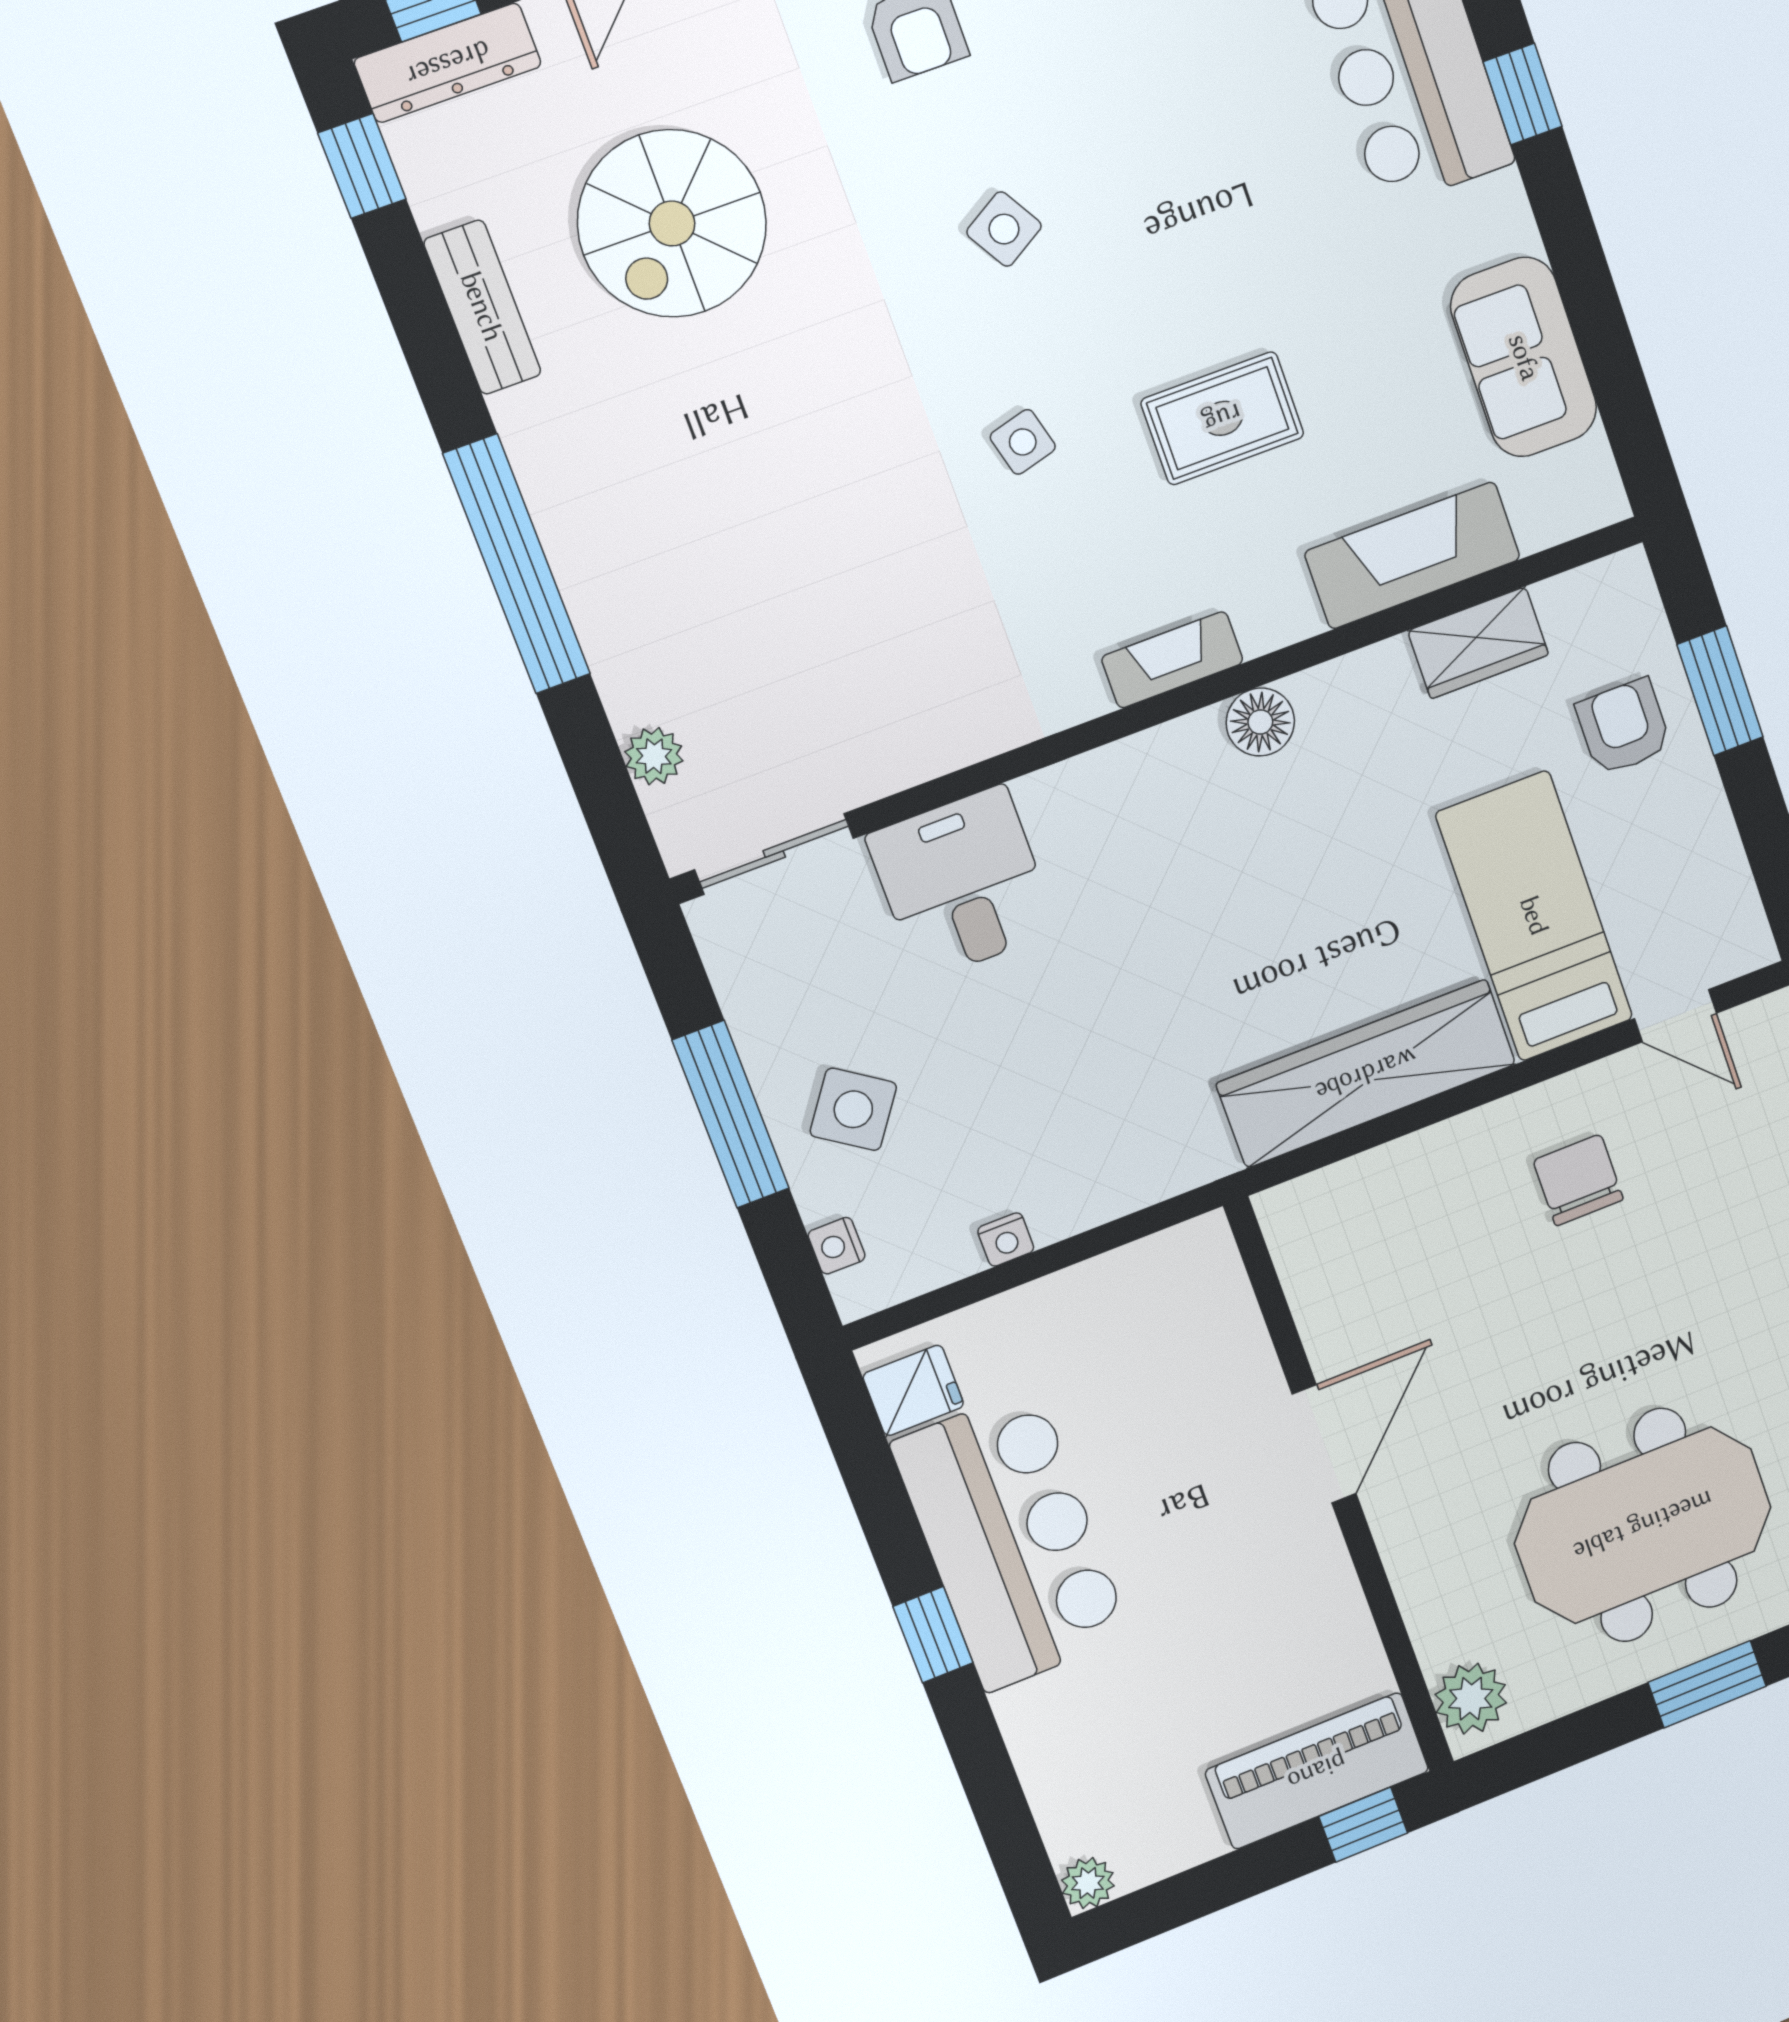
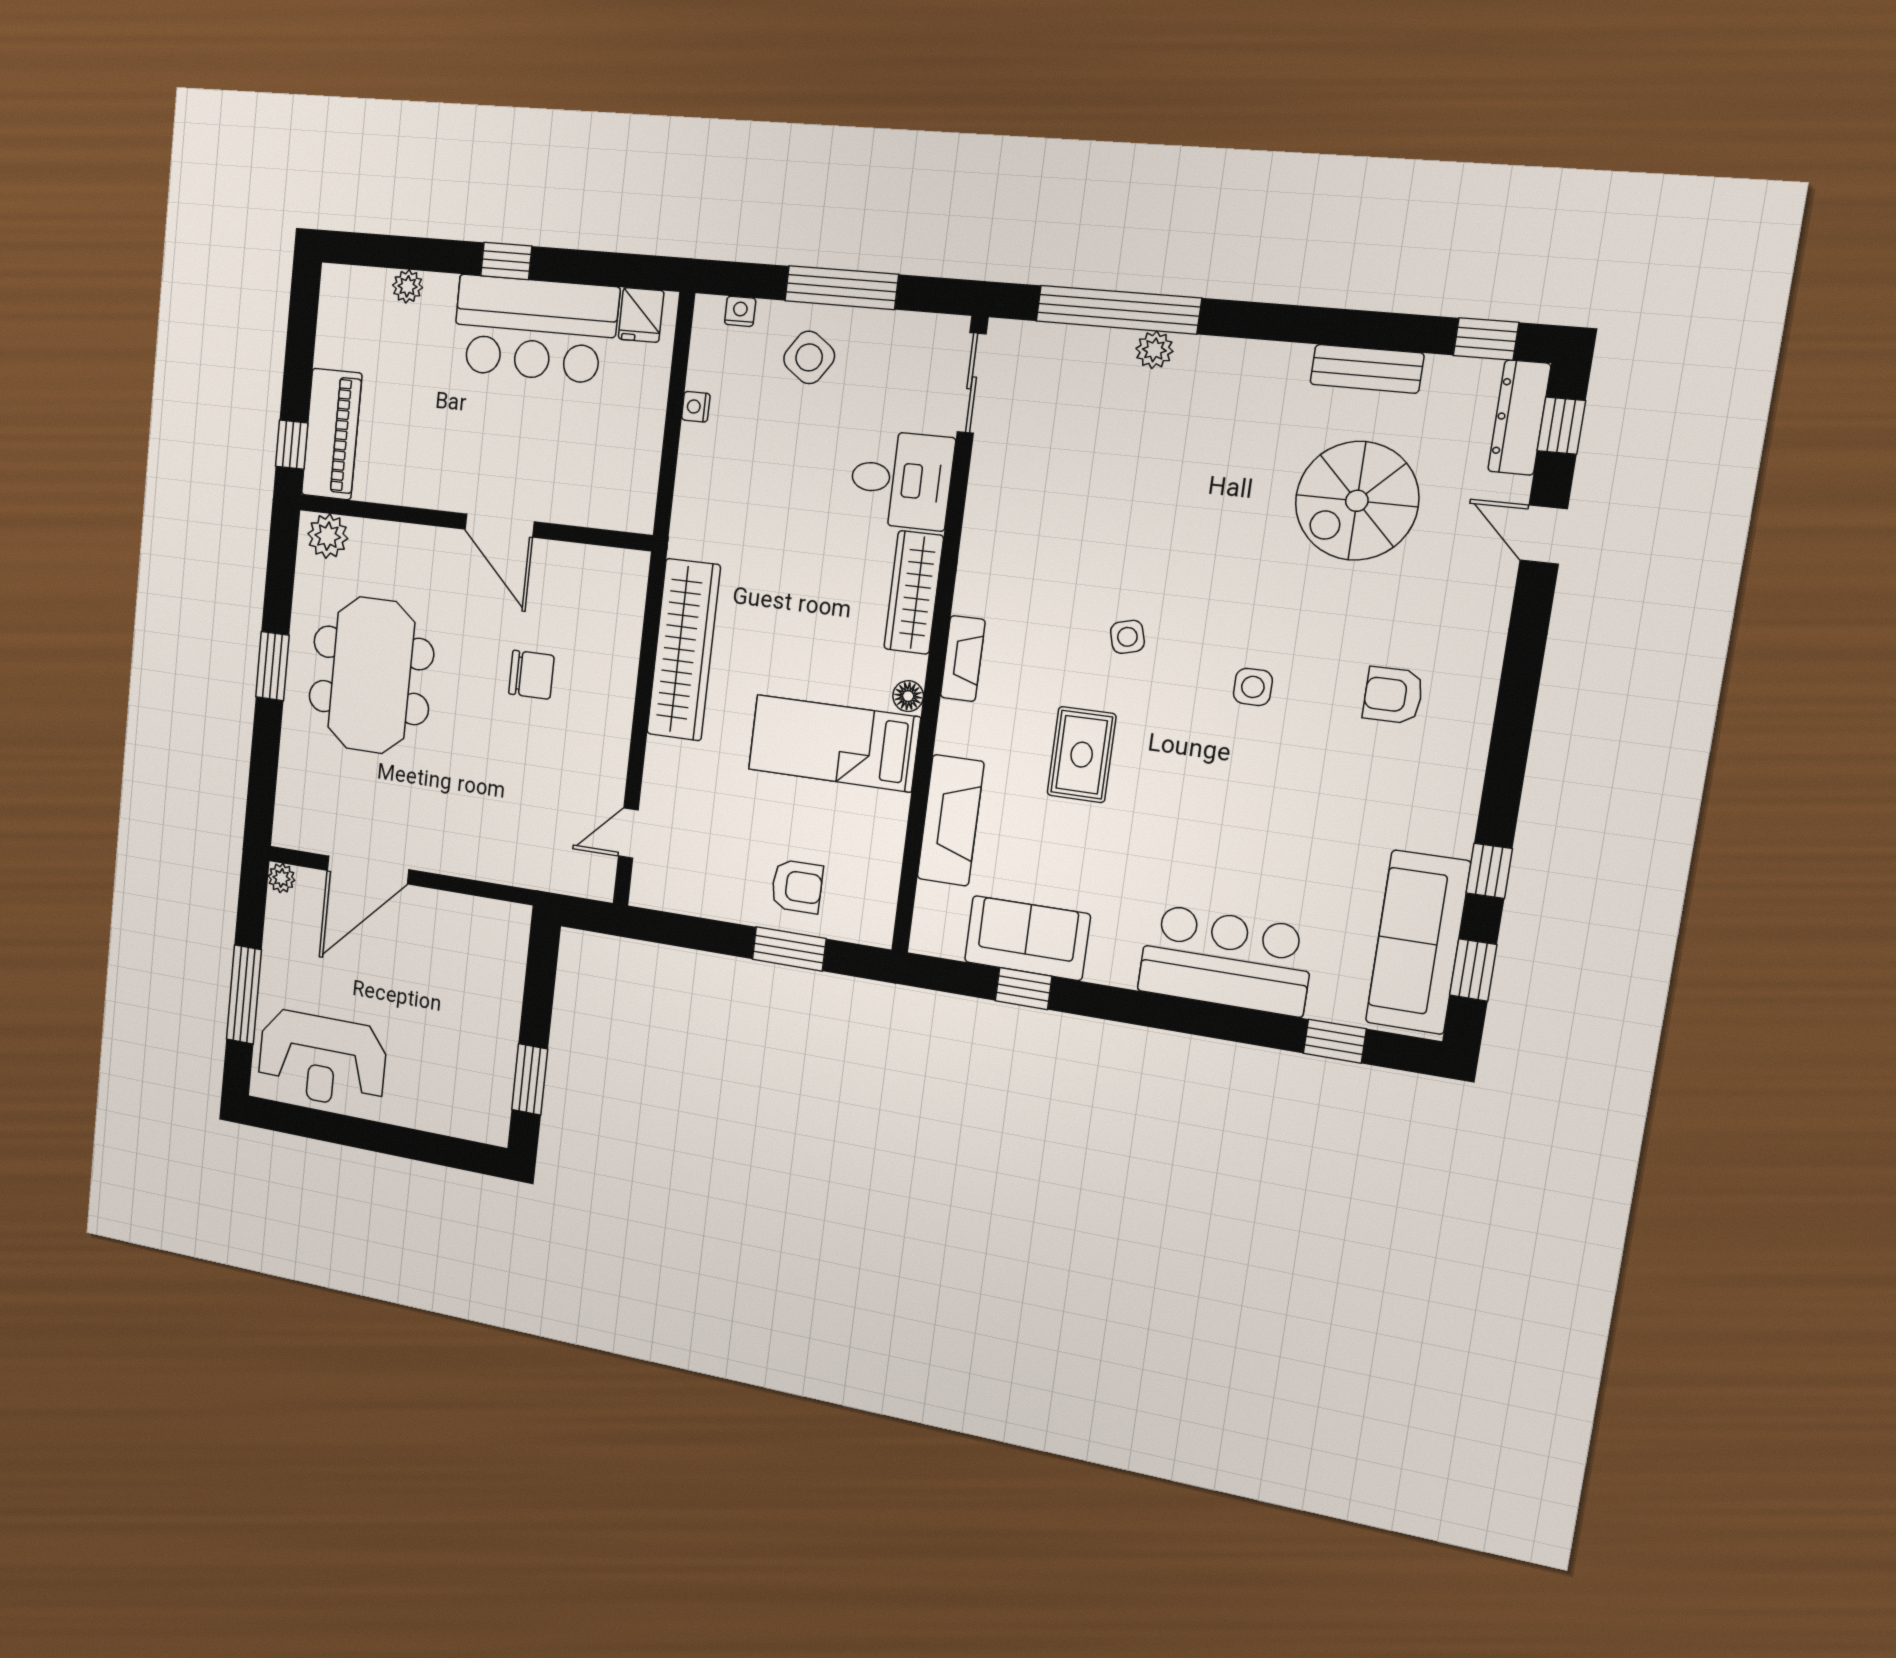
window: (1523, 94) -> (1024, 989), moved
spiral stairs: (672, 223) -> (1357, 501), turned -90
side table: (1004, 229) -> (1253, 687), turned 31
window: (517, 564) -> (1118, 310), moved
wardrobe: (1478, 643) -> (914, 592), moved, width x1.50
floor lamp: (1260, 722) -> (908, 696), width x0.73, depth x0.73
plant: (654, 756) -> (1154, 350), moved
bed: (1534, 916) -> (834, 743), moved, turned 180
chair: (1578, 1180) -> (531, 675), moved
plant: (1088, 1883) -> (408, 286), moved

